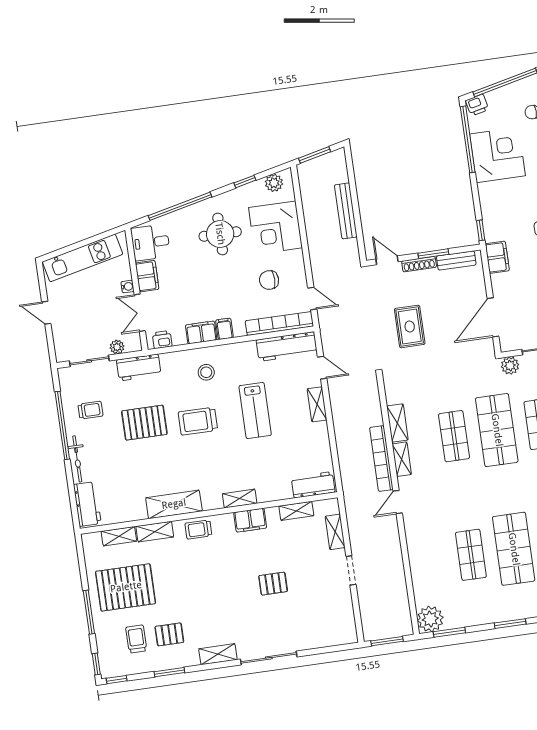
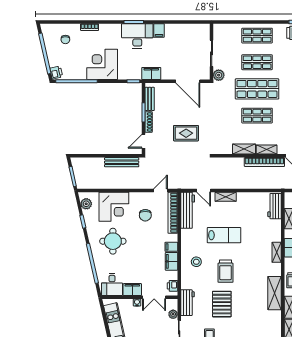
corner desk: (497, 155) -> (102, 64), moved
bench: (346, 211) -> (122, 162), moved
door: (322, 368) -> (204, 190), swing flipped

